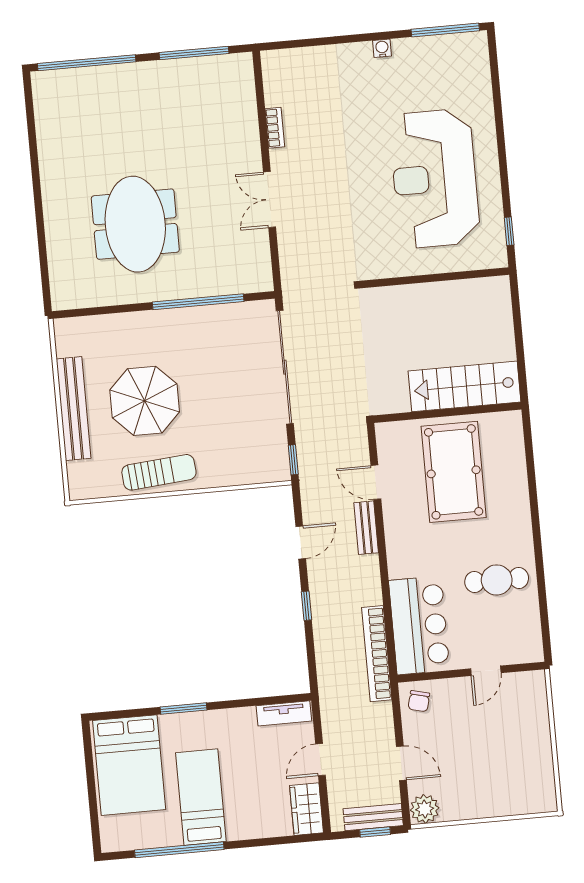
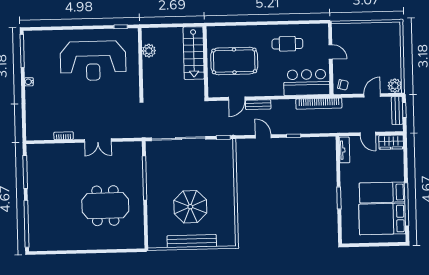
plant: (463, 293) -> (149, 51), added
sun lounger: (159, 472) -> (225, 202), removed
cafe table: (497, 580) -> (287, 44), turned 90
bed: (129, 765) -> (382, 219), moved, turned 180

